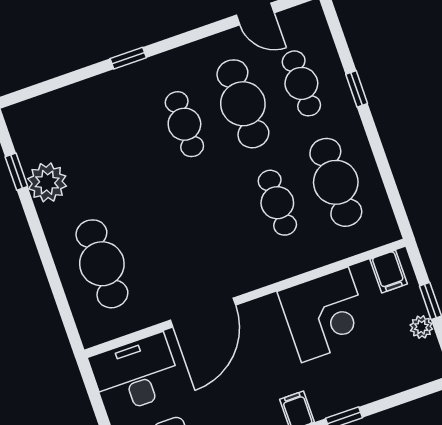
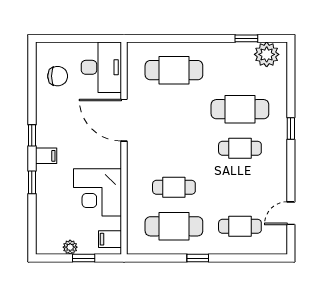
window: (357, 89) -> (198, 258), moved
cafe table: (243, 104) -> (240, 109), moved
plant: (47, 182) -> (267, 54), moved

